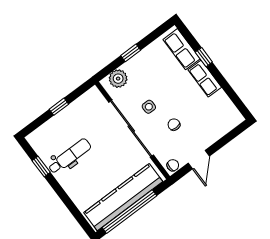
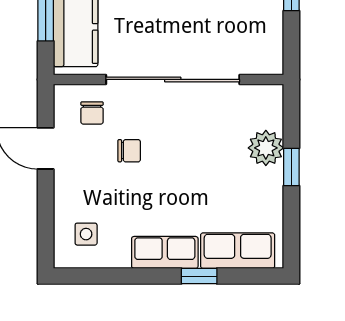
plant: (118, 79) -> (266, 148), moved
side table: (149, 107) -> (86, 234), moved
chair: (173, 165) -> (92, 113), moved

